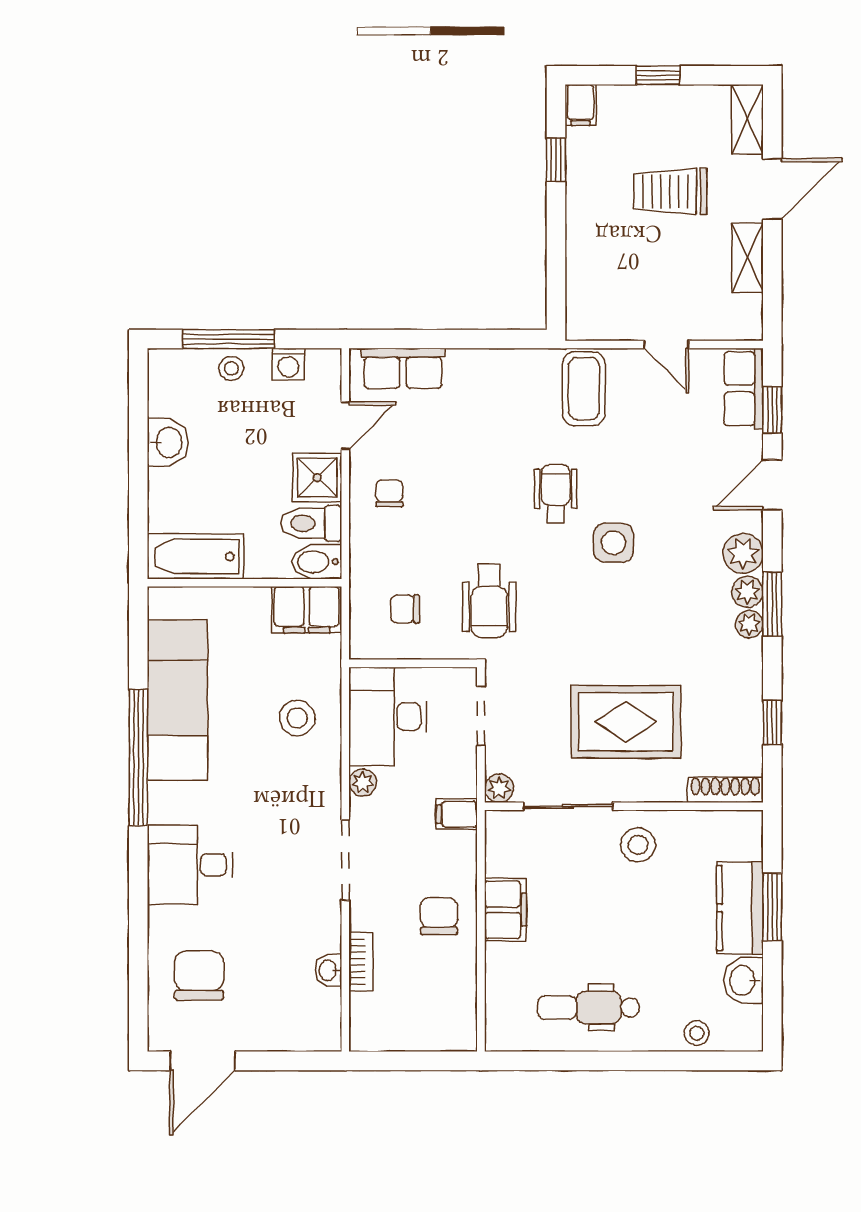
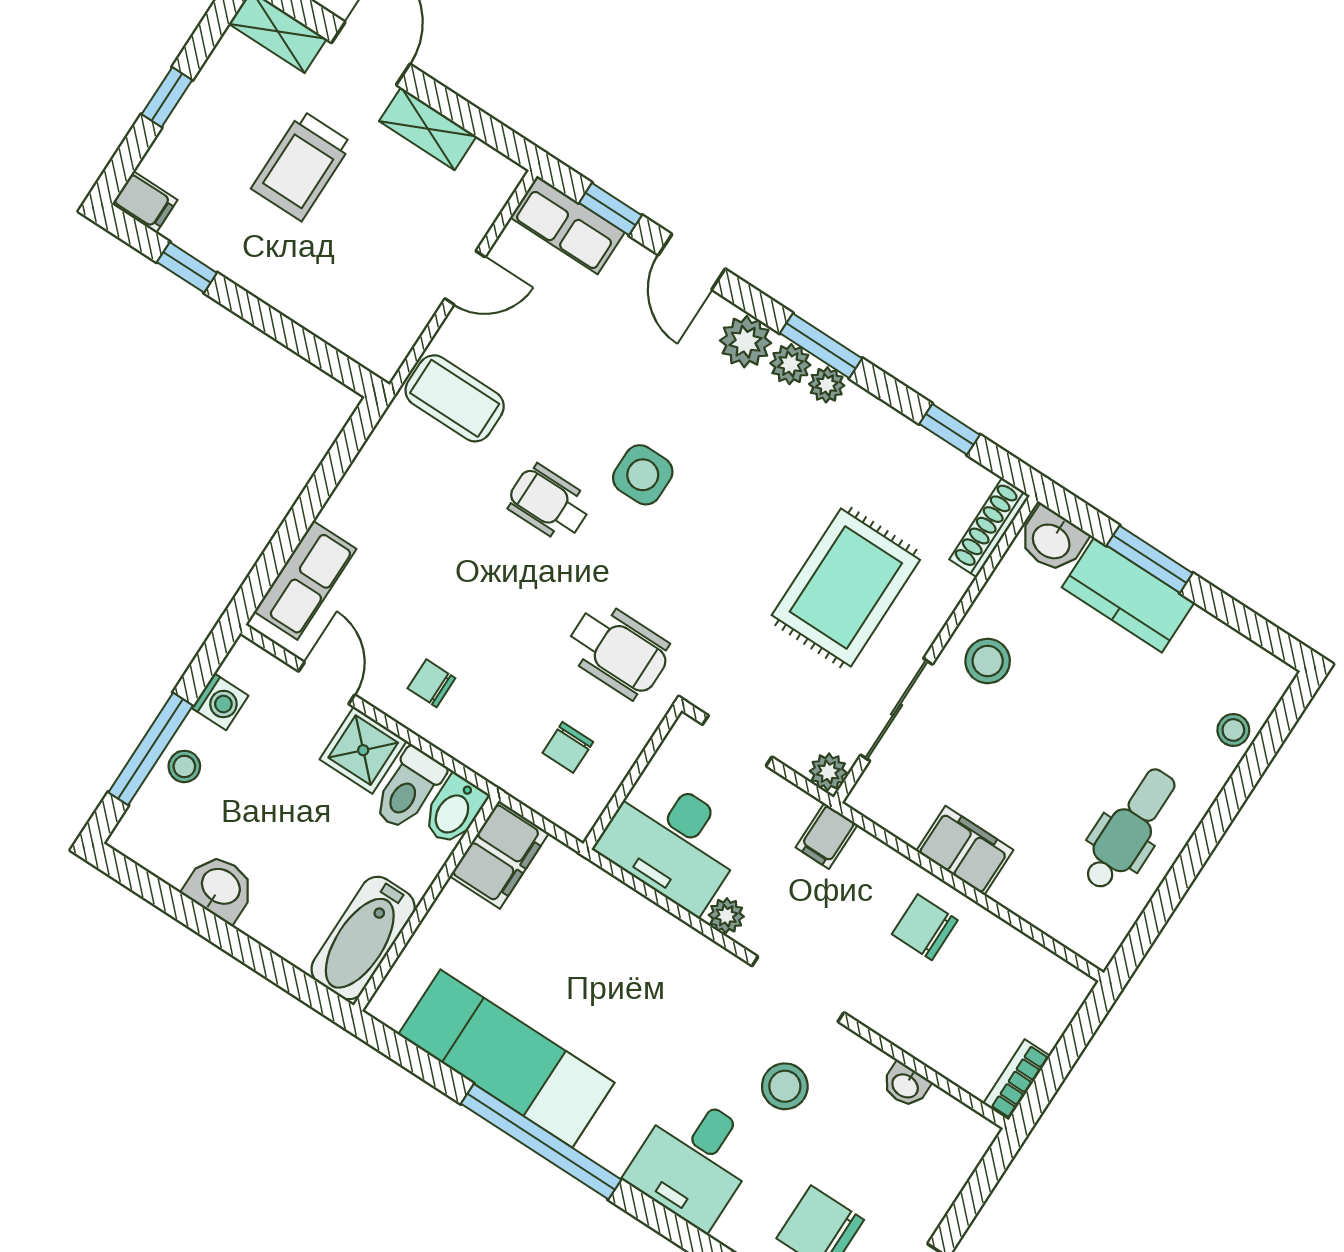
stool: (297, 718) -> (785, 1086), moved
bookcase: (361, 962) -> (1017, 1080), moved, turned -90
washbasin: (743, 980) -> (1052, 540), moved
dental chair: (589, 1008) -> (1129, 829), turned 180

